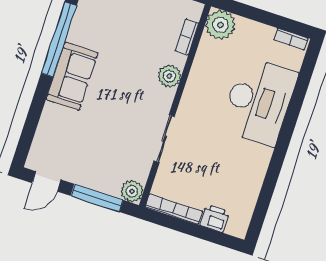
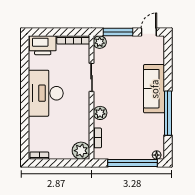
sofa: (72, 76) -> (154, 89), width x1.36
desk: (259, 101) -> (46, 93), moved
printer: (215, 218) -> (43, 45), width x1.87, depth x1.48

